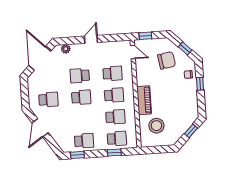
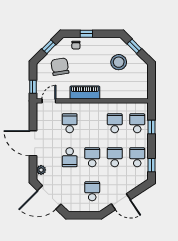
door: (91, 39) -> (33, 143), width x1.87
school desk: (114, 95) -> (115, 157), moved
piano: (144, 100) -> (85, 93), moved
stool: (156, 126) -> (119, 62), moved

